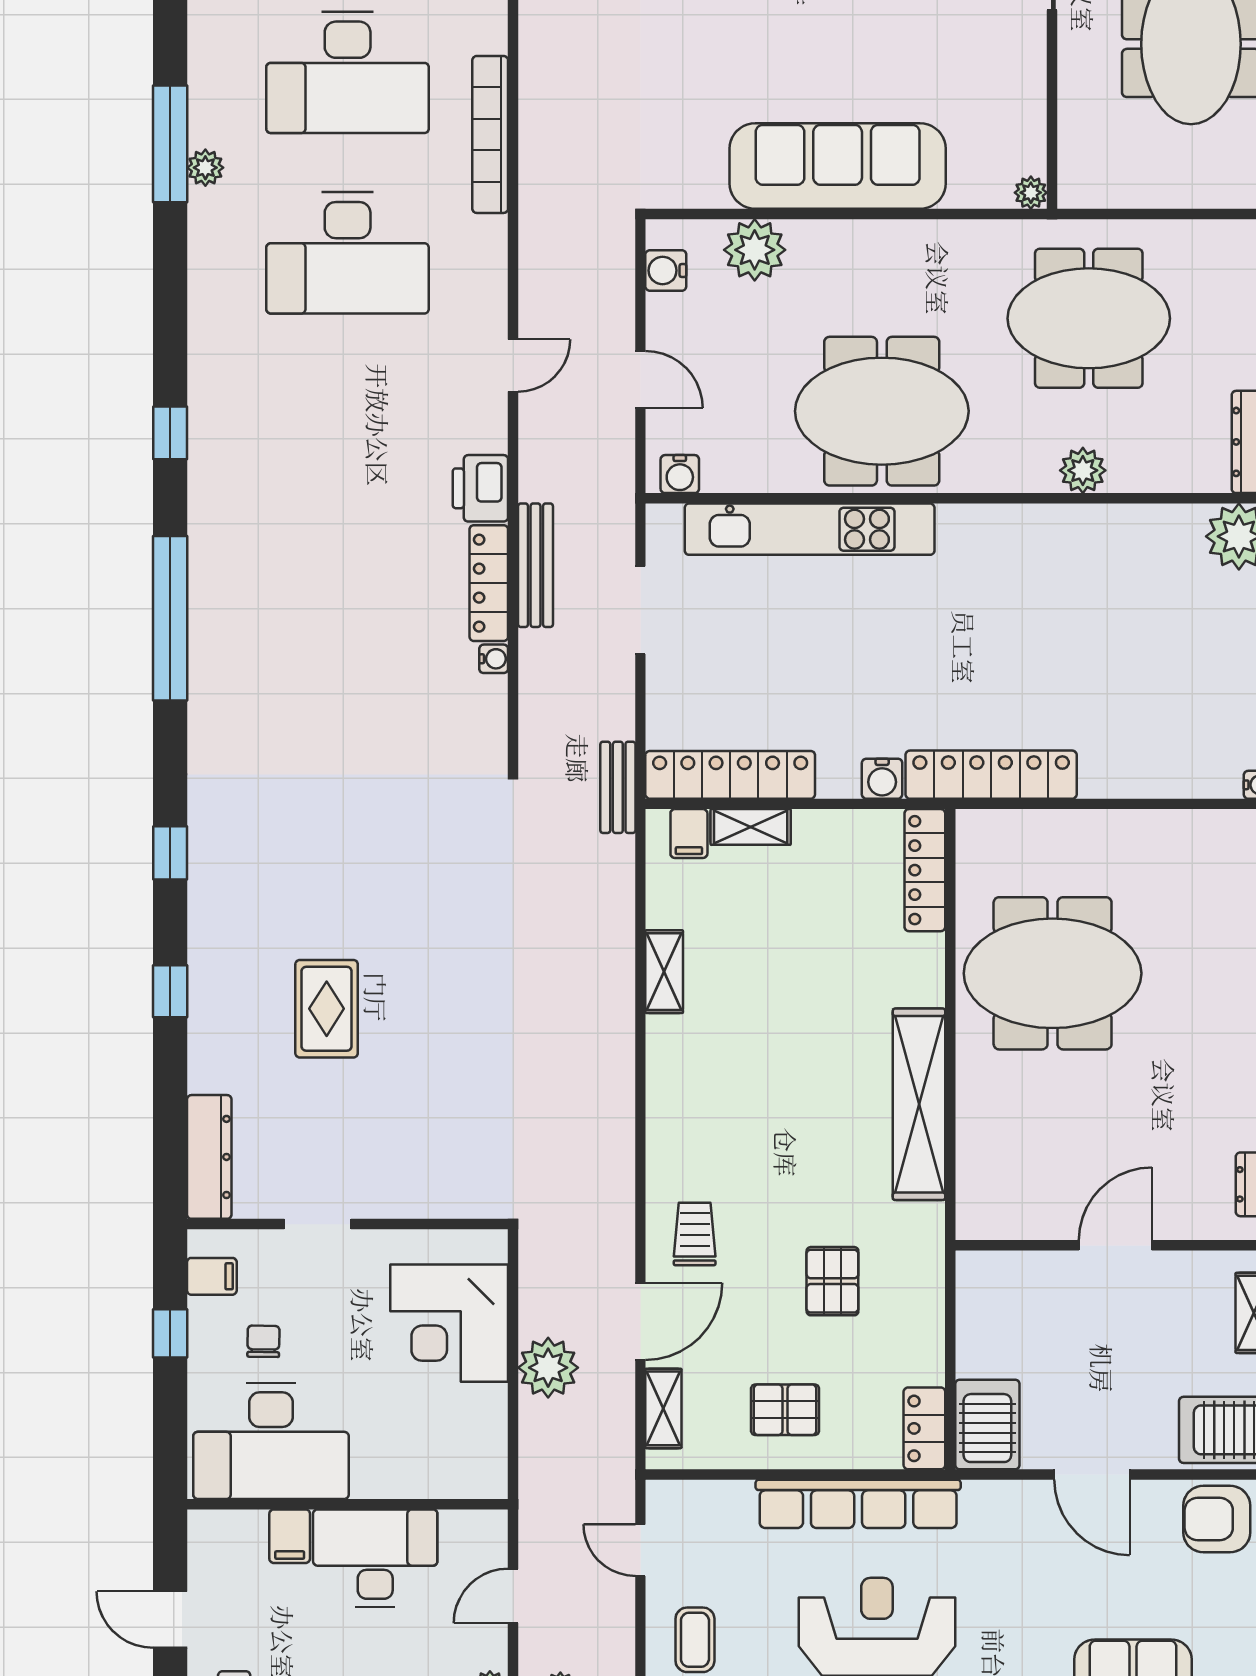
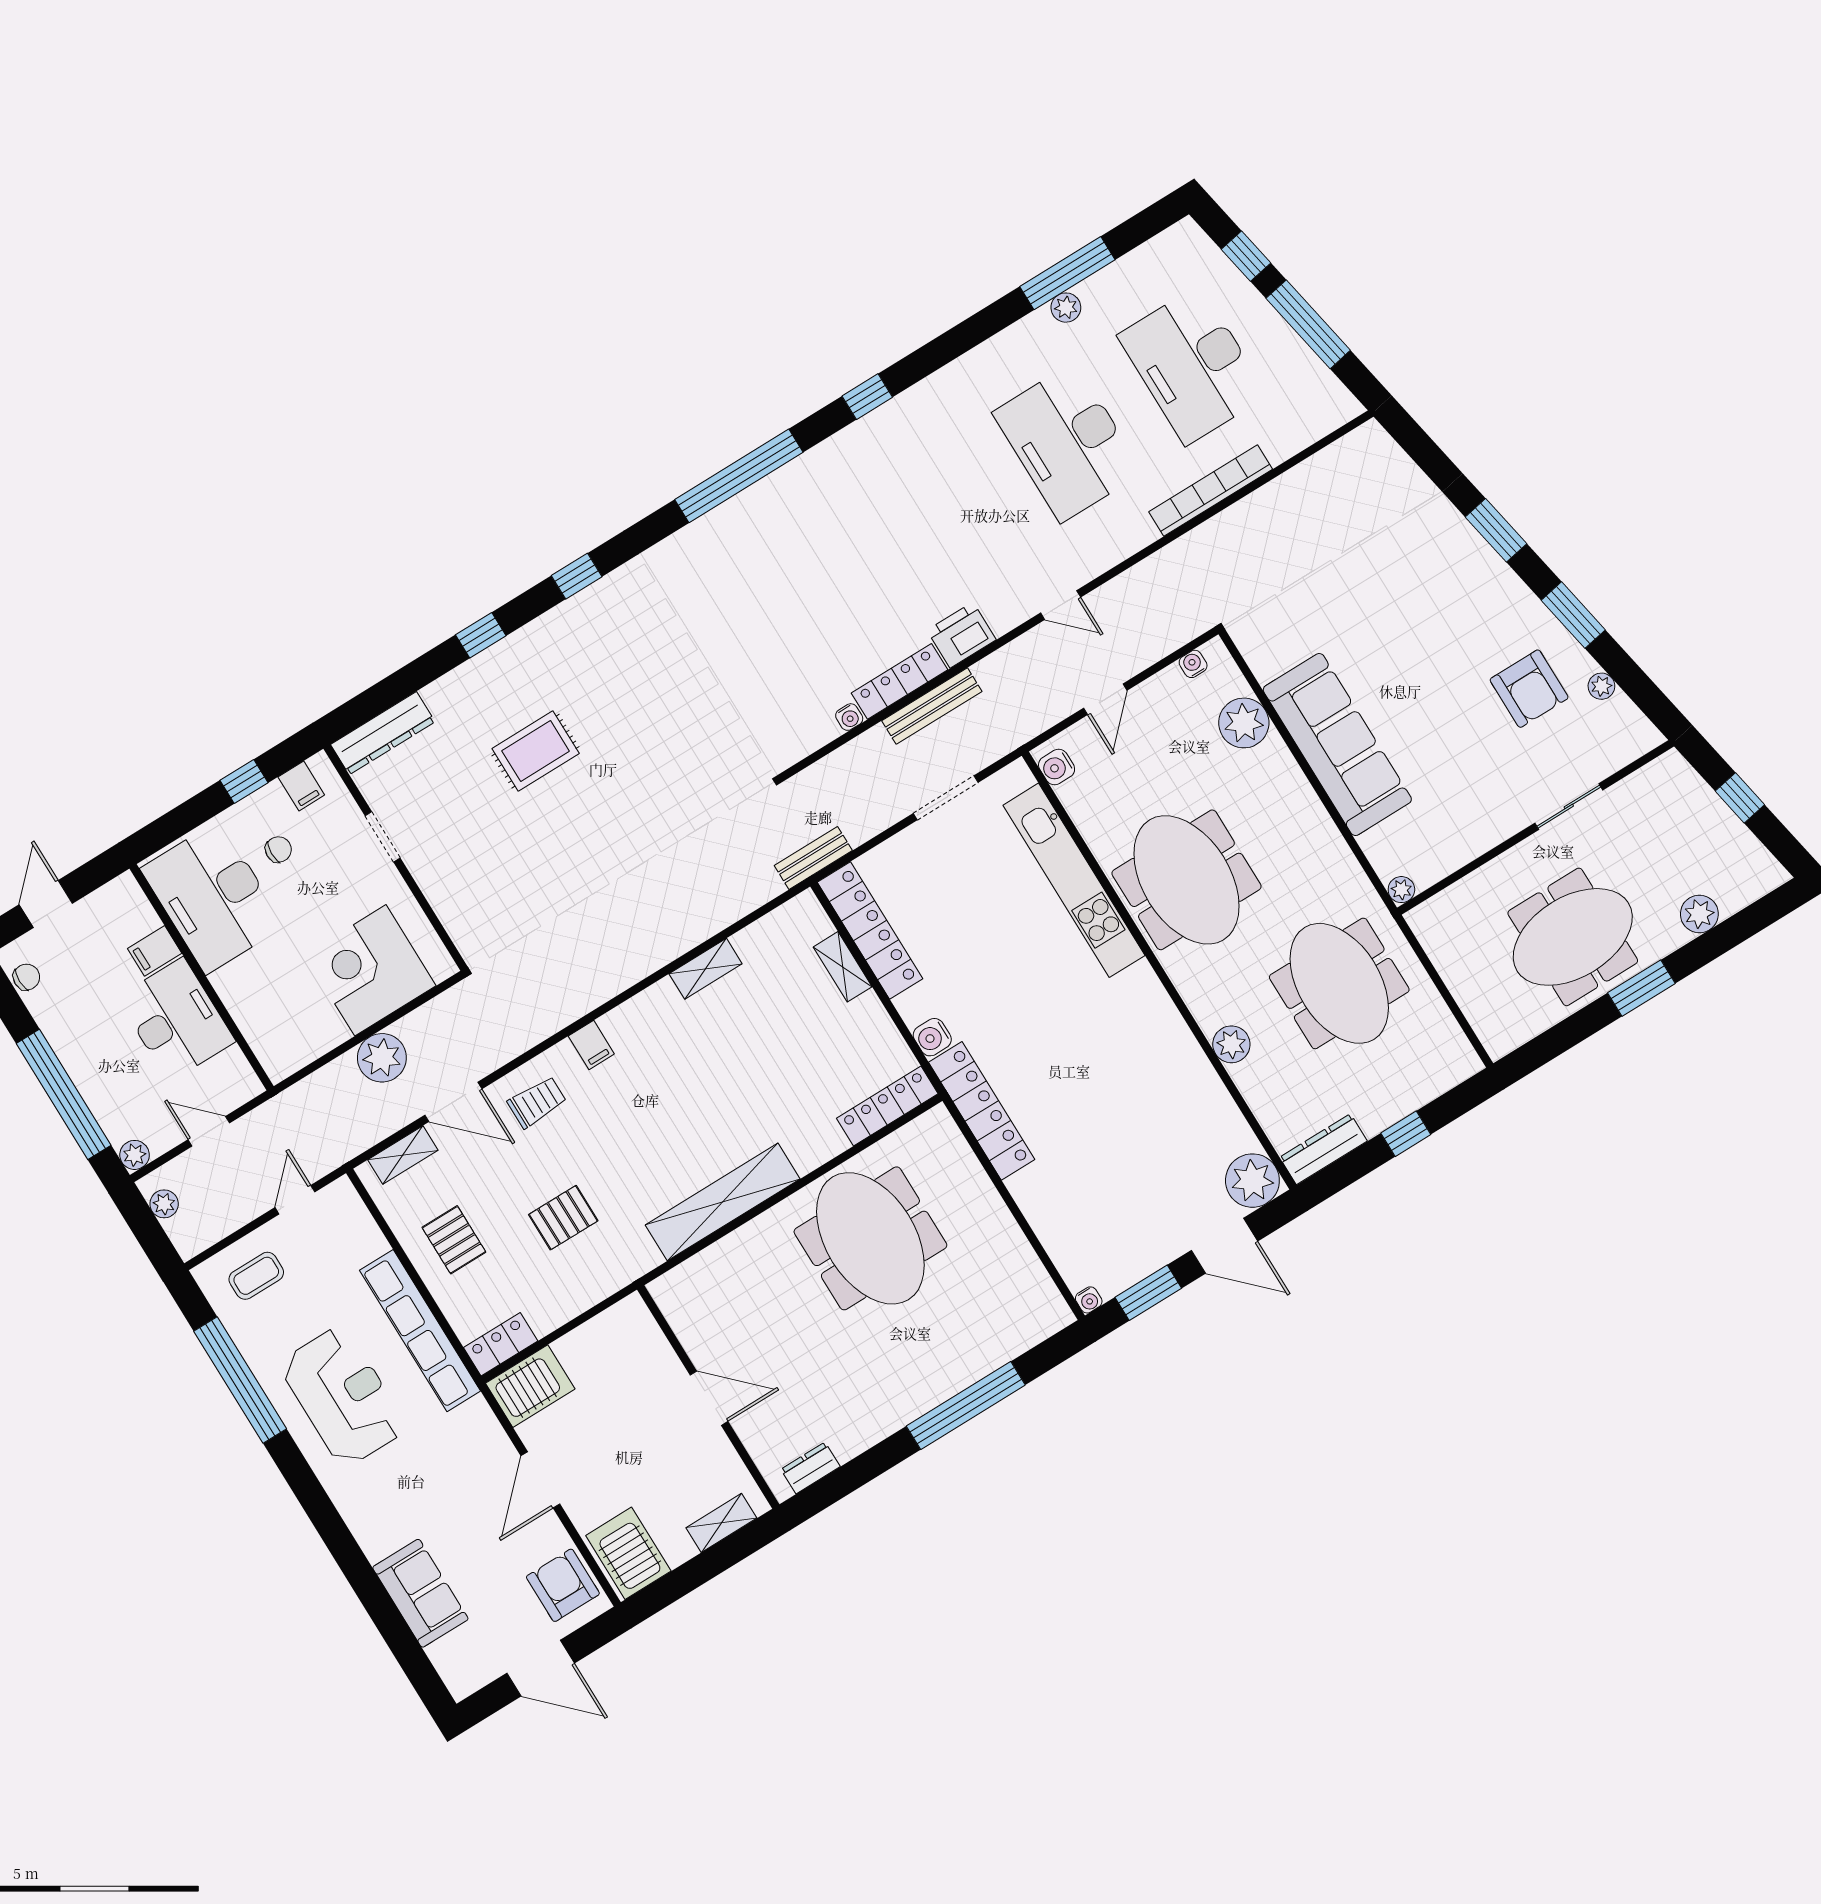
water cooler: (666, 270) -> (1193, 664), width x0.72, depth x0.72
filing cabinet: (689, 834) -> (591, 1045), moved, turned -90

